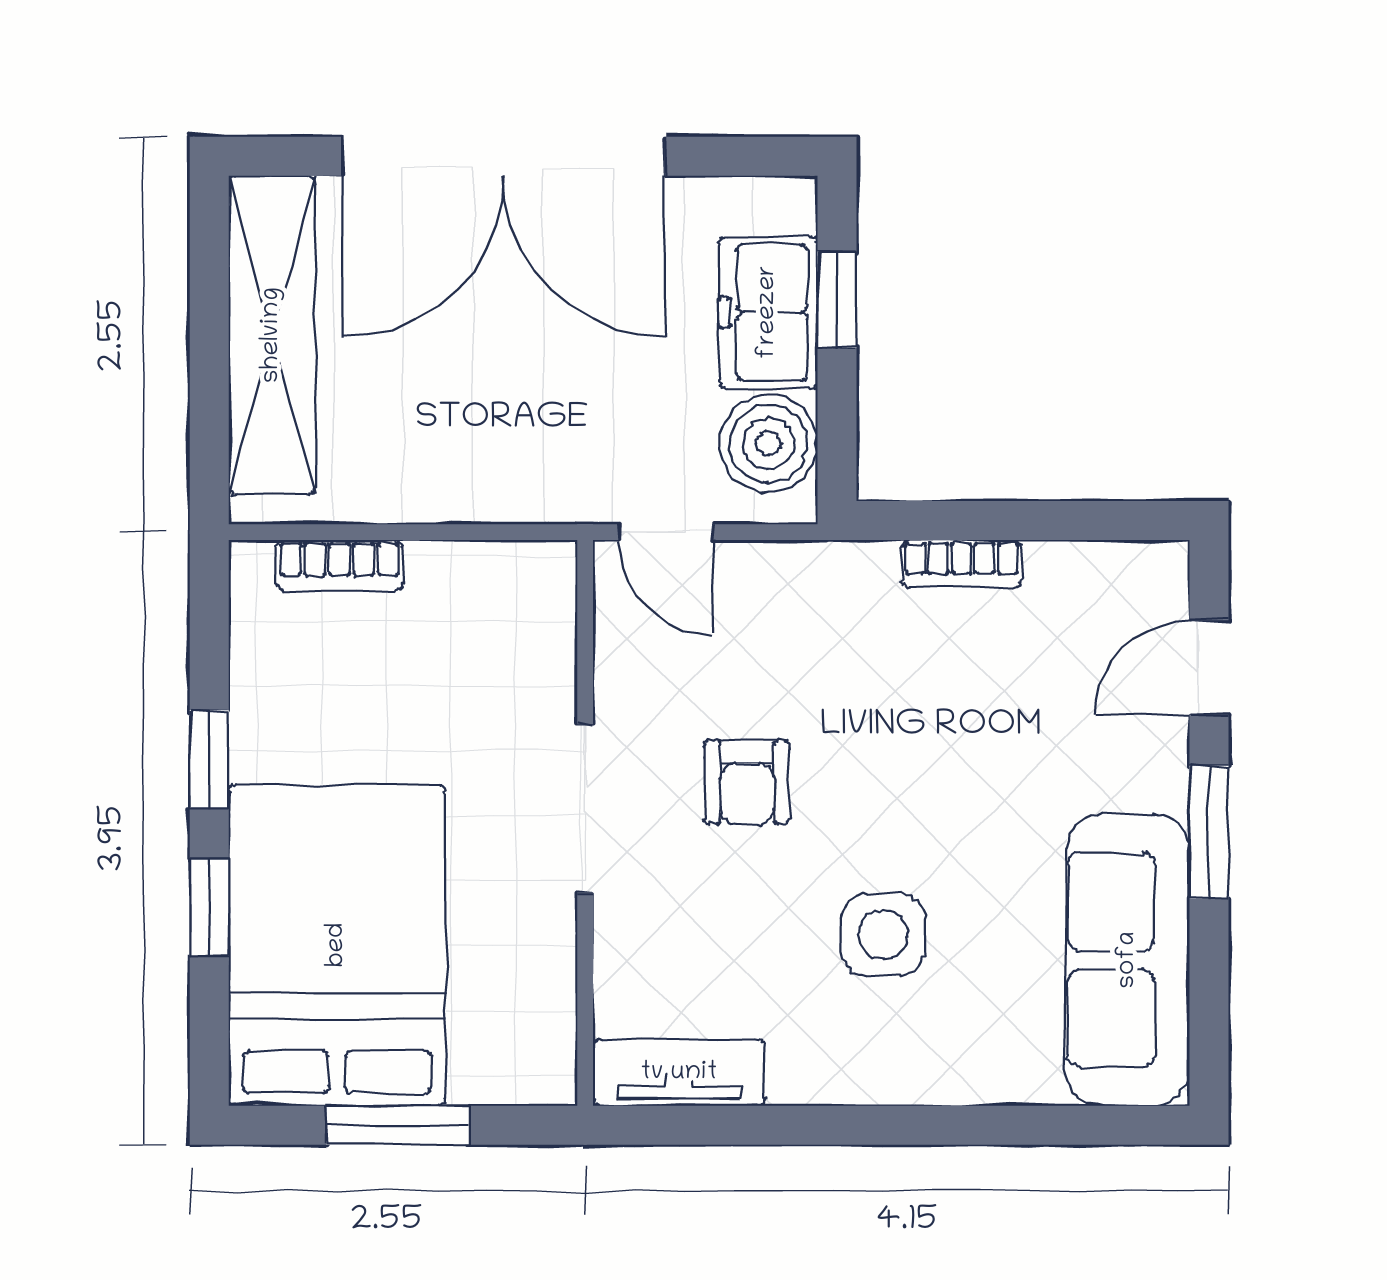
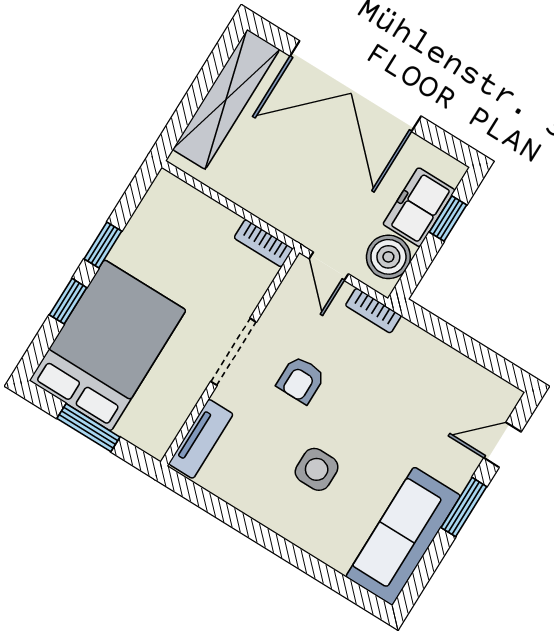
bookcase: (961, 564) -> (373, 311), moved
bookcase: (339, 565) -> (264, 243), moved
tv unit: (679, 1073) -> (201, 439), moved, turned 90

